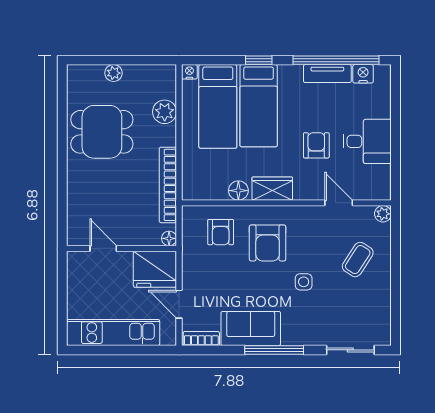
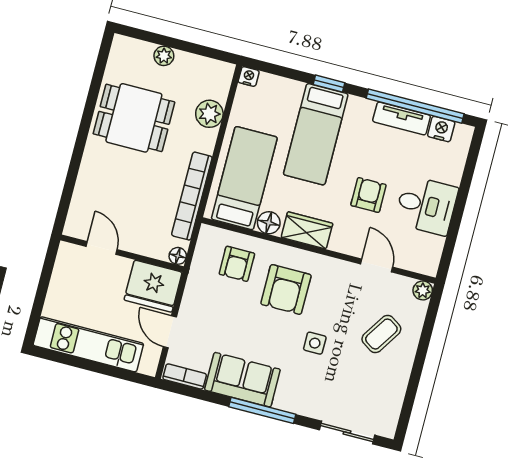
bed: (218, 106) -> (244, 178), moved, turned 180

